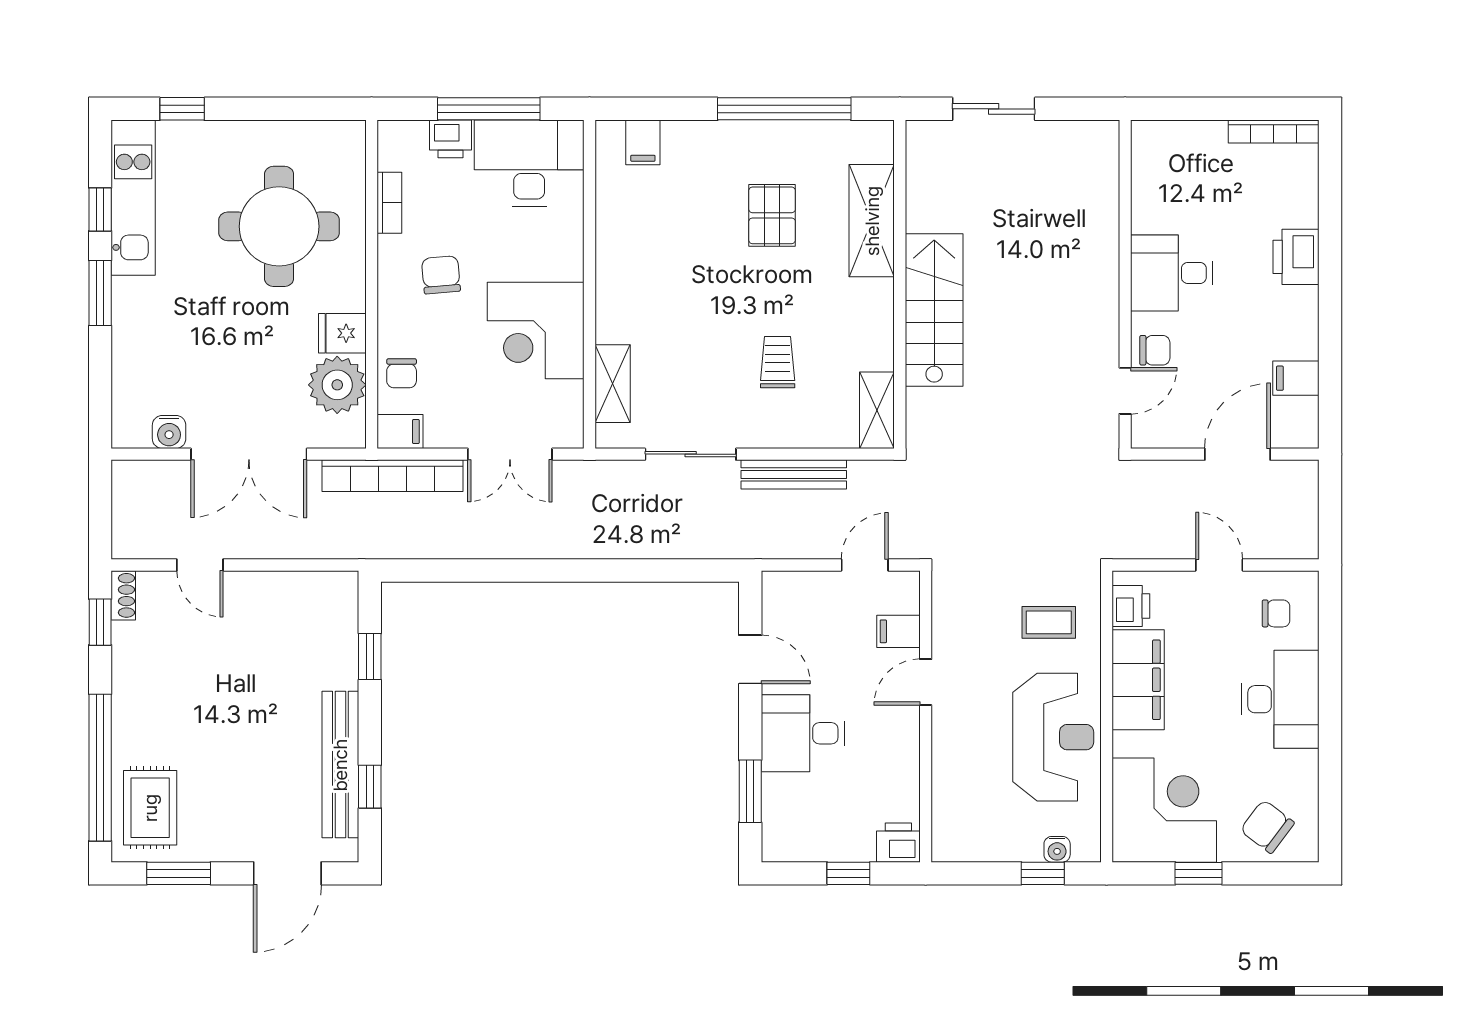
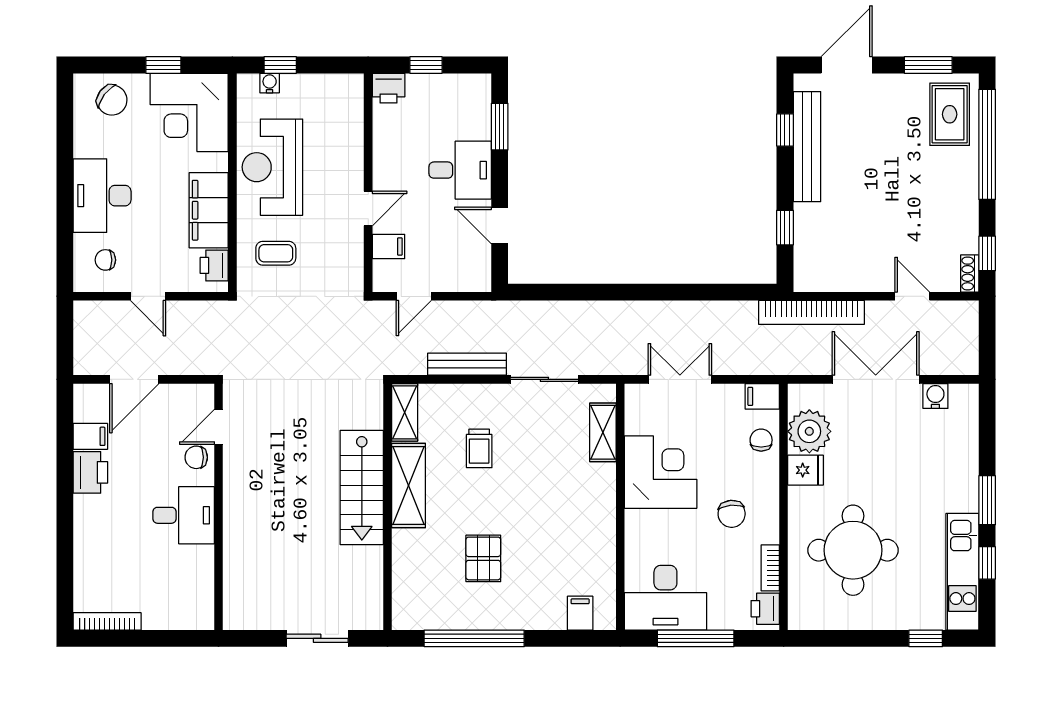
printer: (450, 139) -> (765, 609), moved, turned -90
shelving: (872, 221) -> (409, 486), moved
printer: (1296, 257) -> (90, 472), moved
bookcase: (393, 476) -> (811, 312), moved, turned 180

